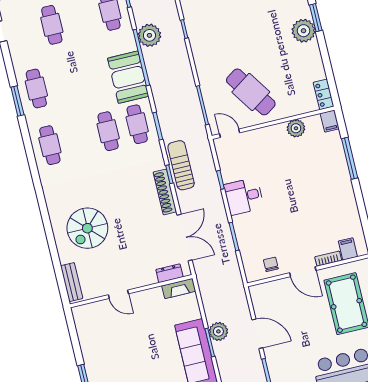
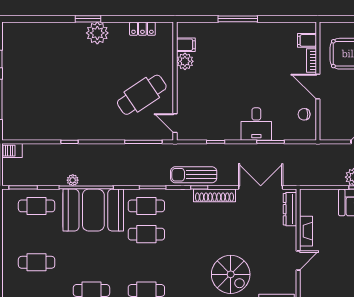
plant: (149, 35) -> (73, 180), width x0.53, depth x0.53
booth: (128, 77) -> (93, 210), width x1.36, depth x1.42
locker: (324, 94) -> (142, 29), moved
filing cabinet: (330, 121) -> (186, 45), moved
door: (230, 133) -> (175, 123), hinge flipped
window: (350, 158) -> (238, 19), moved
desk: (244, 196) -> (256, 124), moved
door: (303, 272) -> (318, 87), swing flipped
dresser: (169, 273) -> (290, 209), width x1.44
fireplace: (179, 288) -> (306, 231), moved

